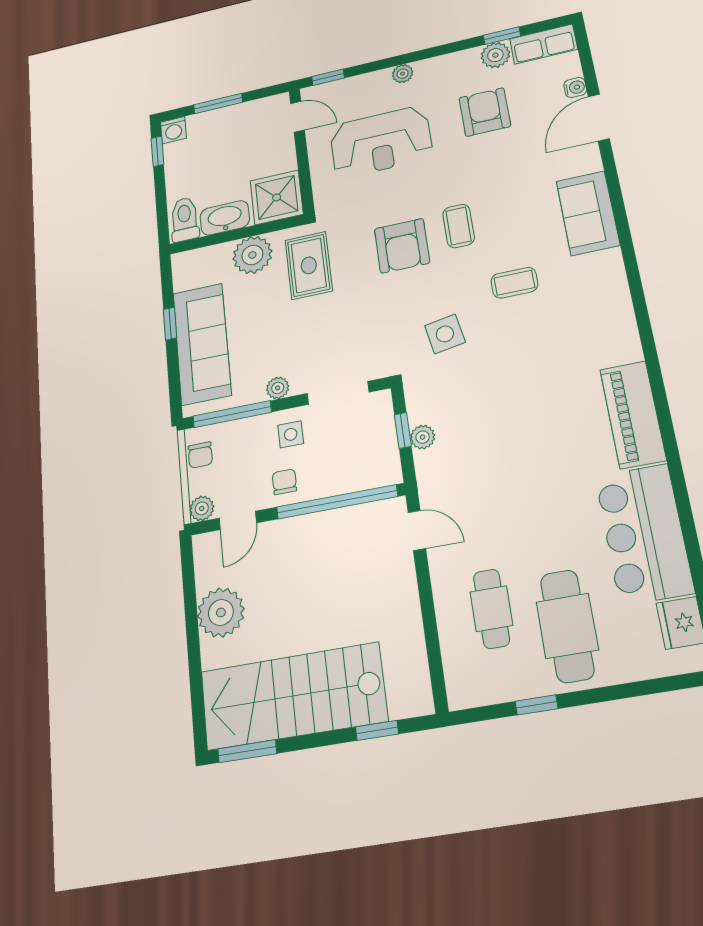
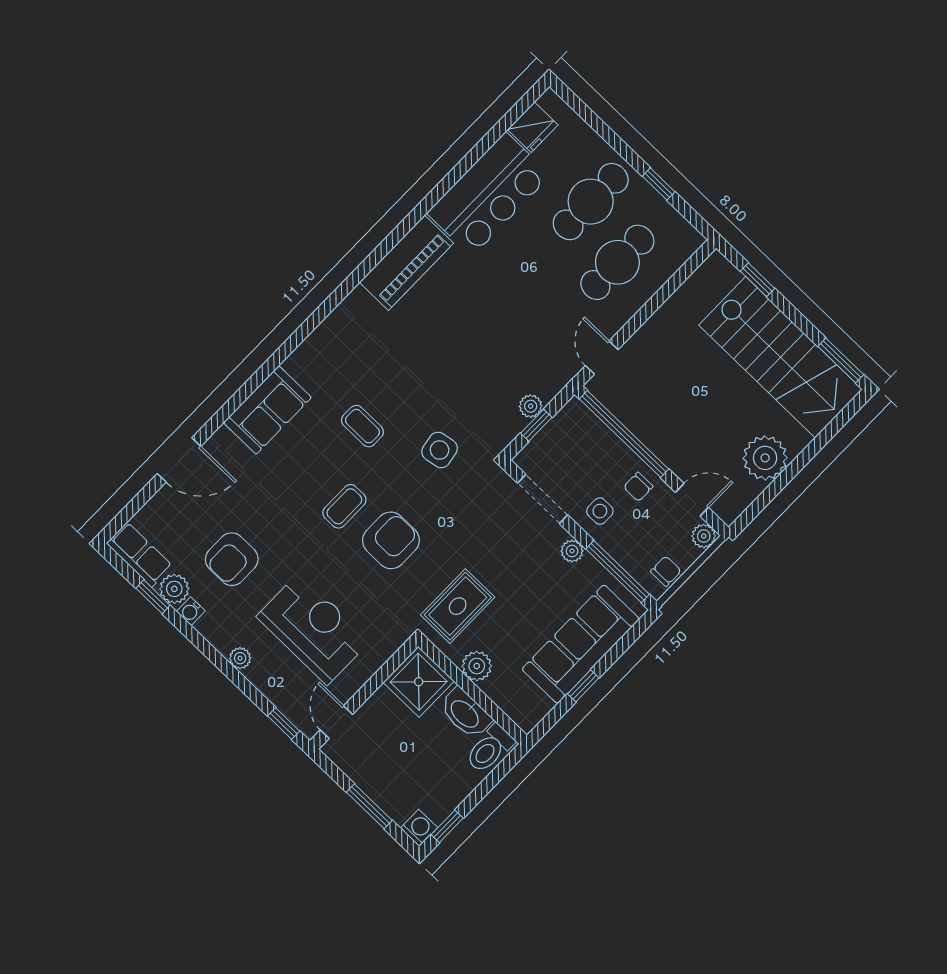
water cooler: (575, 88) -> (191, 611), moved, turned -90
plant: (252, 255) -> (477, 666), width x0.73, depth x0.73
cafe table: (491, 609) -> (617, 262), width x1.37, depth x1.35

